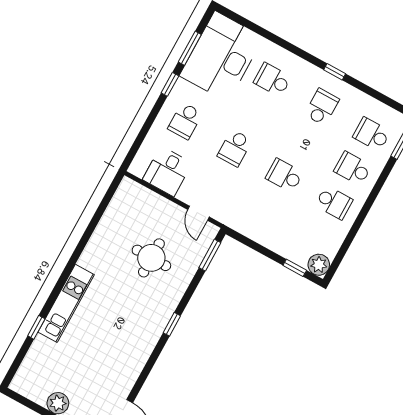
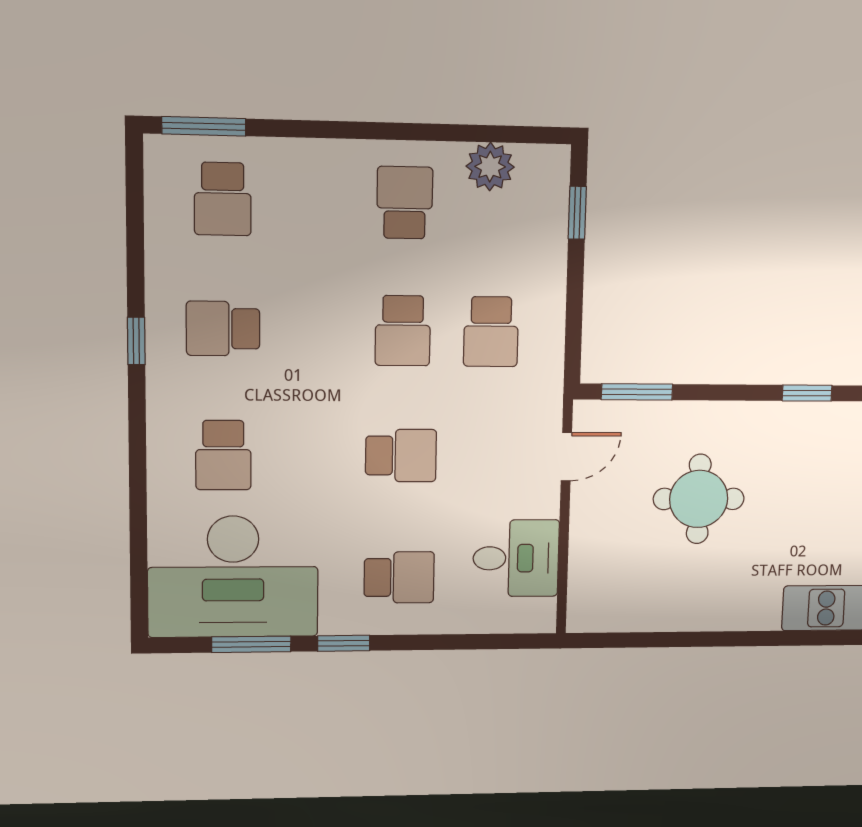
school desk: (353, 168) -> (491, 332), moved
plant: (319, 265) -> (490, 167), moved

